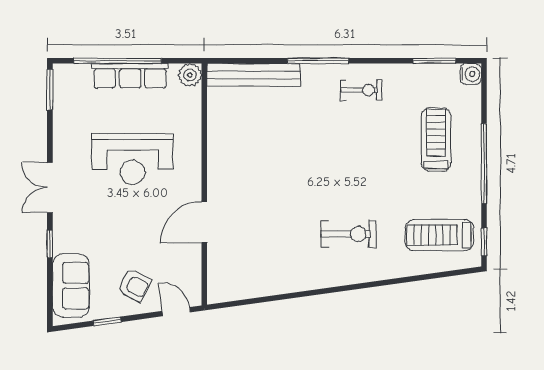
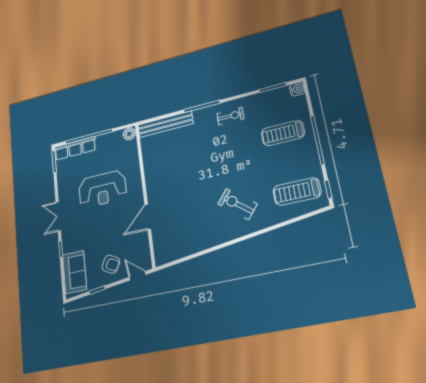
row of seats: (130, 76) -> (75, 148), moved
treadmill: (436, 140) -> (283, 133), turned -90
exercise bike: (348, 234) -> (237, 204), turned -141

